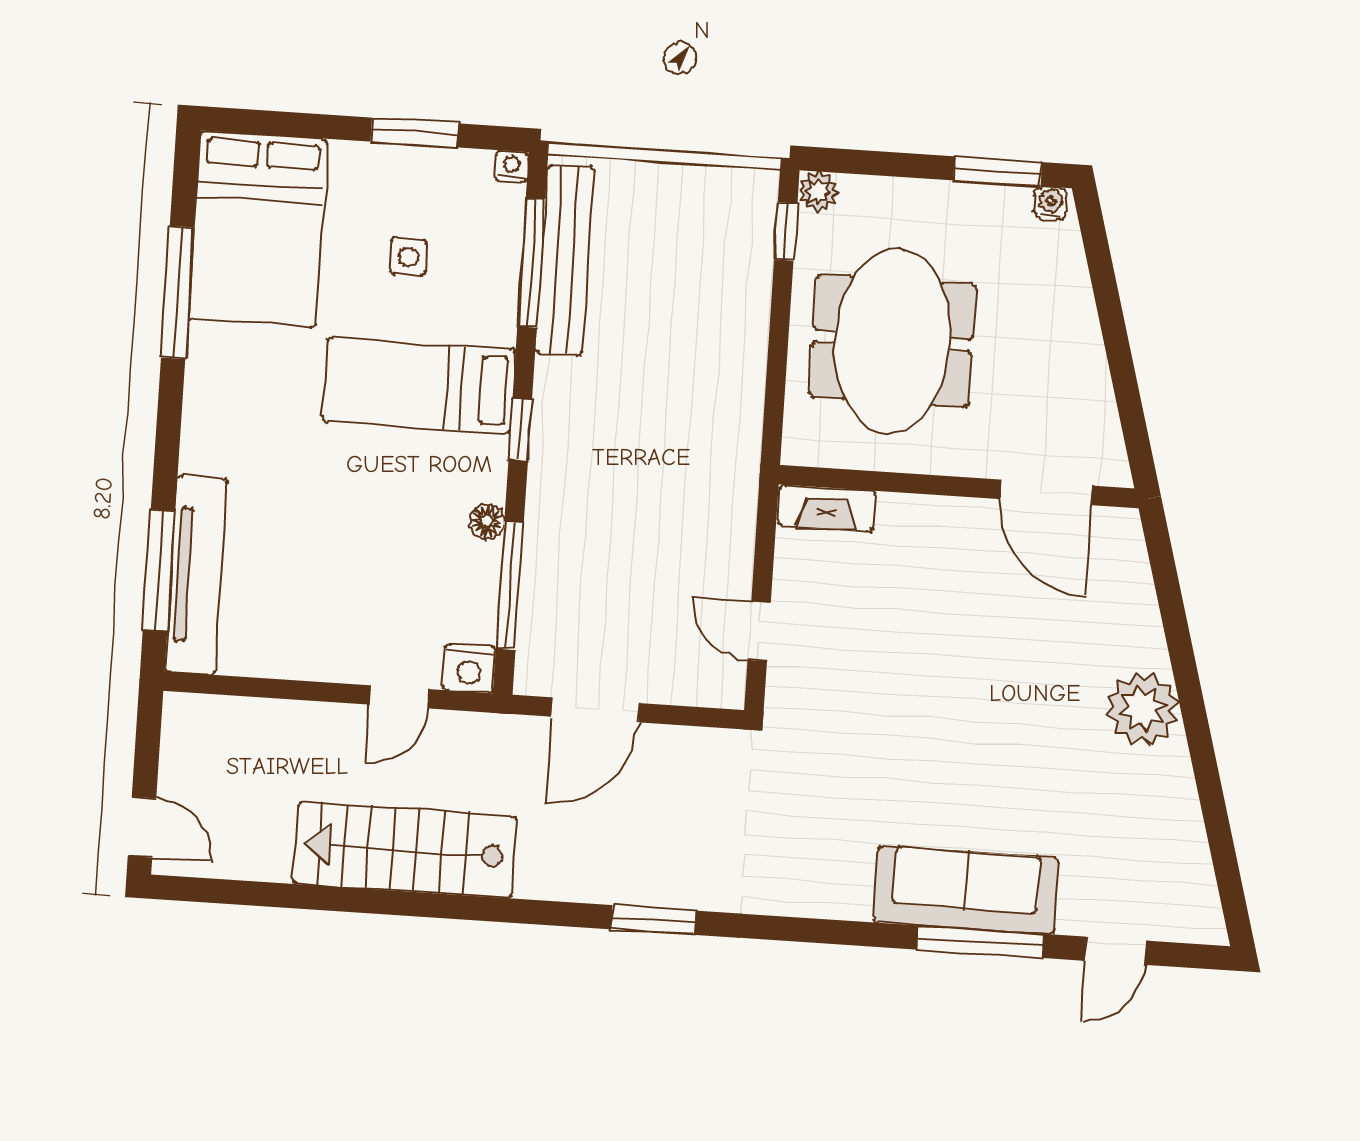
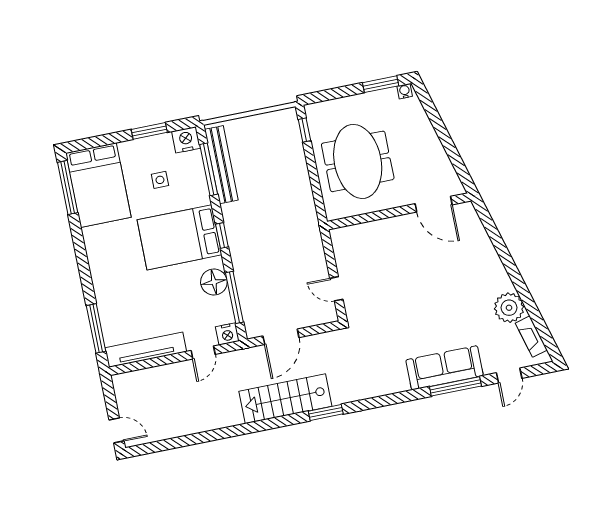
nightstand: (512, 167) -> (186, 140), width x1.89, depth x1.79
plant: (818, 192) -> (313, 111), removed
window: (177, 292) -> (68, 188), moved
bed: (419, 385) -> (179, 237), width x1.50
fireplace: (826, 508) -> (531, 337), moved, turned 74
floor lamp: (487, 521) -> (214, 282), width x1.89, depth x1.89
tv unit: (196, 575) -> (146, 350), moved, turned -90
plant: (1143, 709) -> (509, 308), moved
stairs: (405, 850) -> (285, 399), moved

